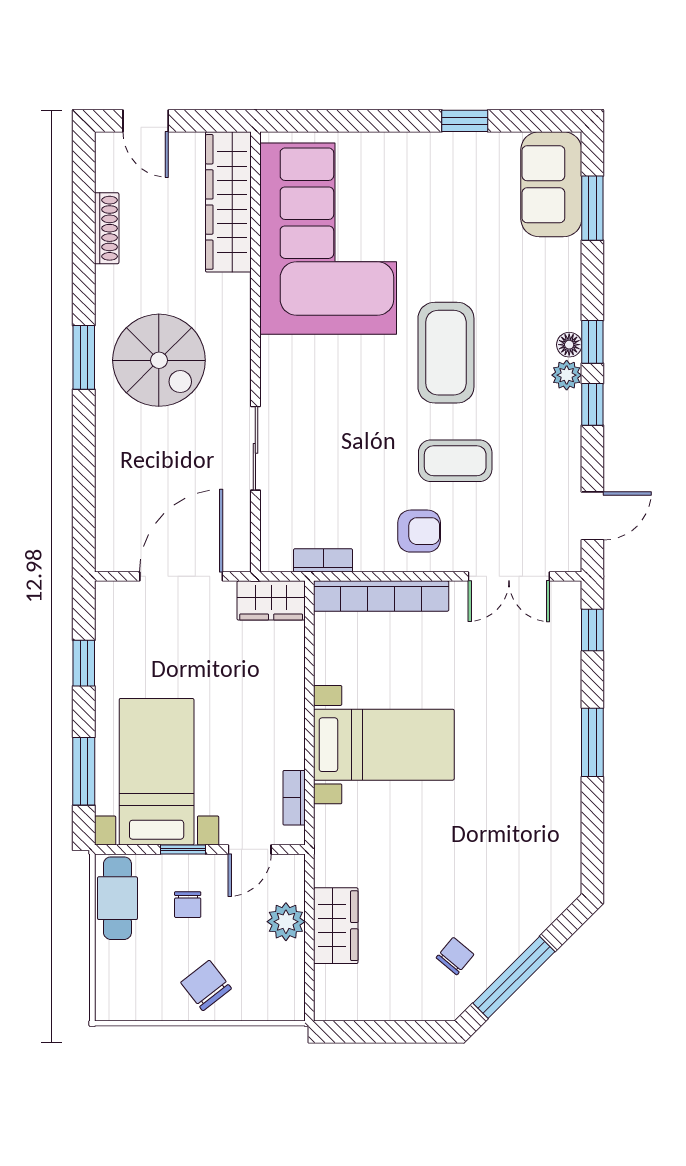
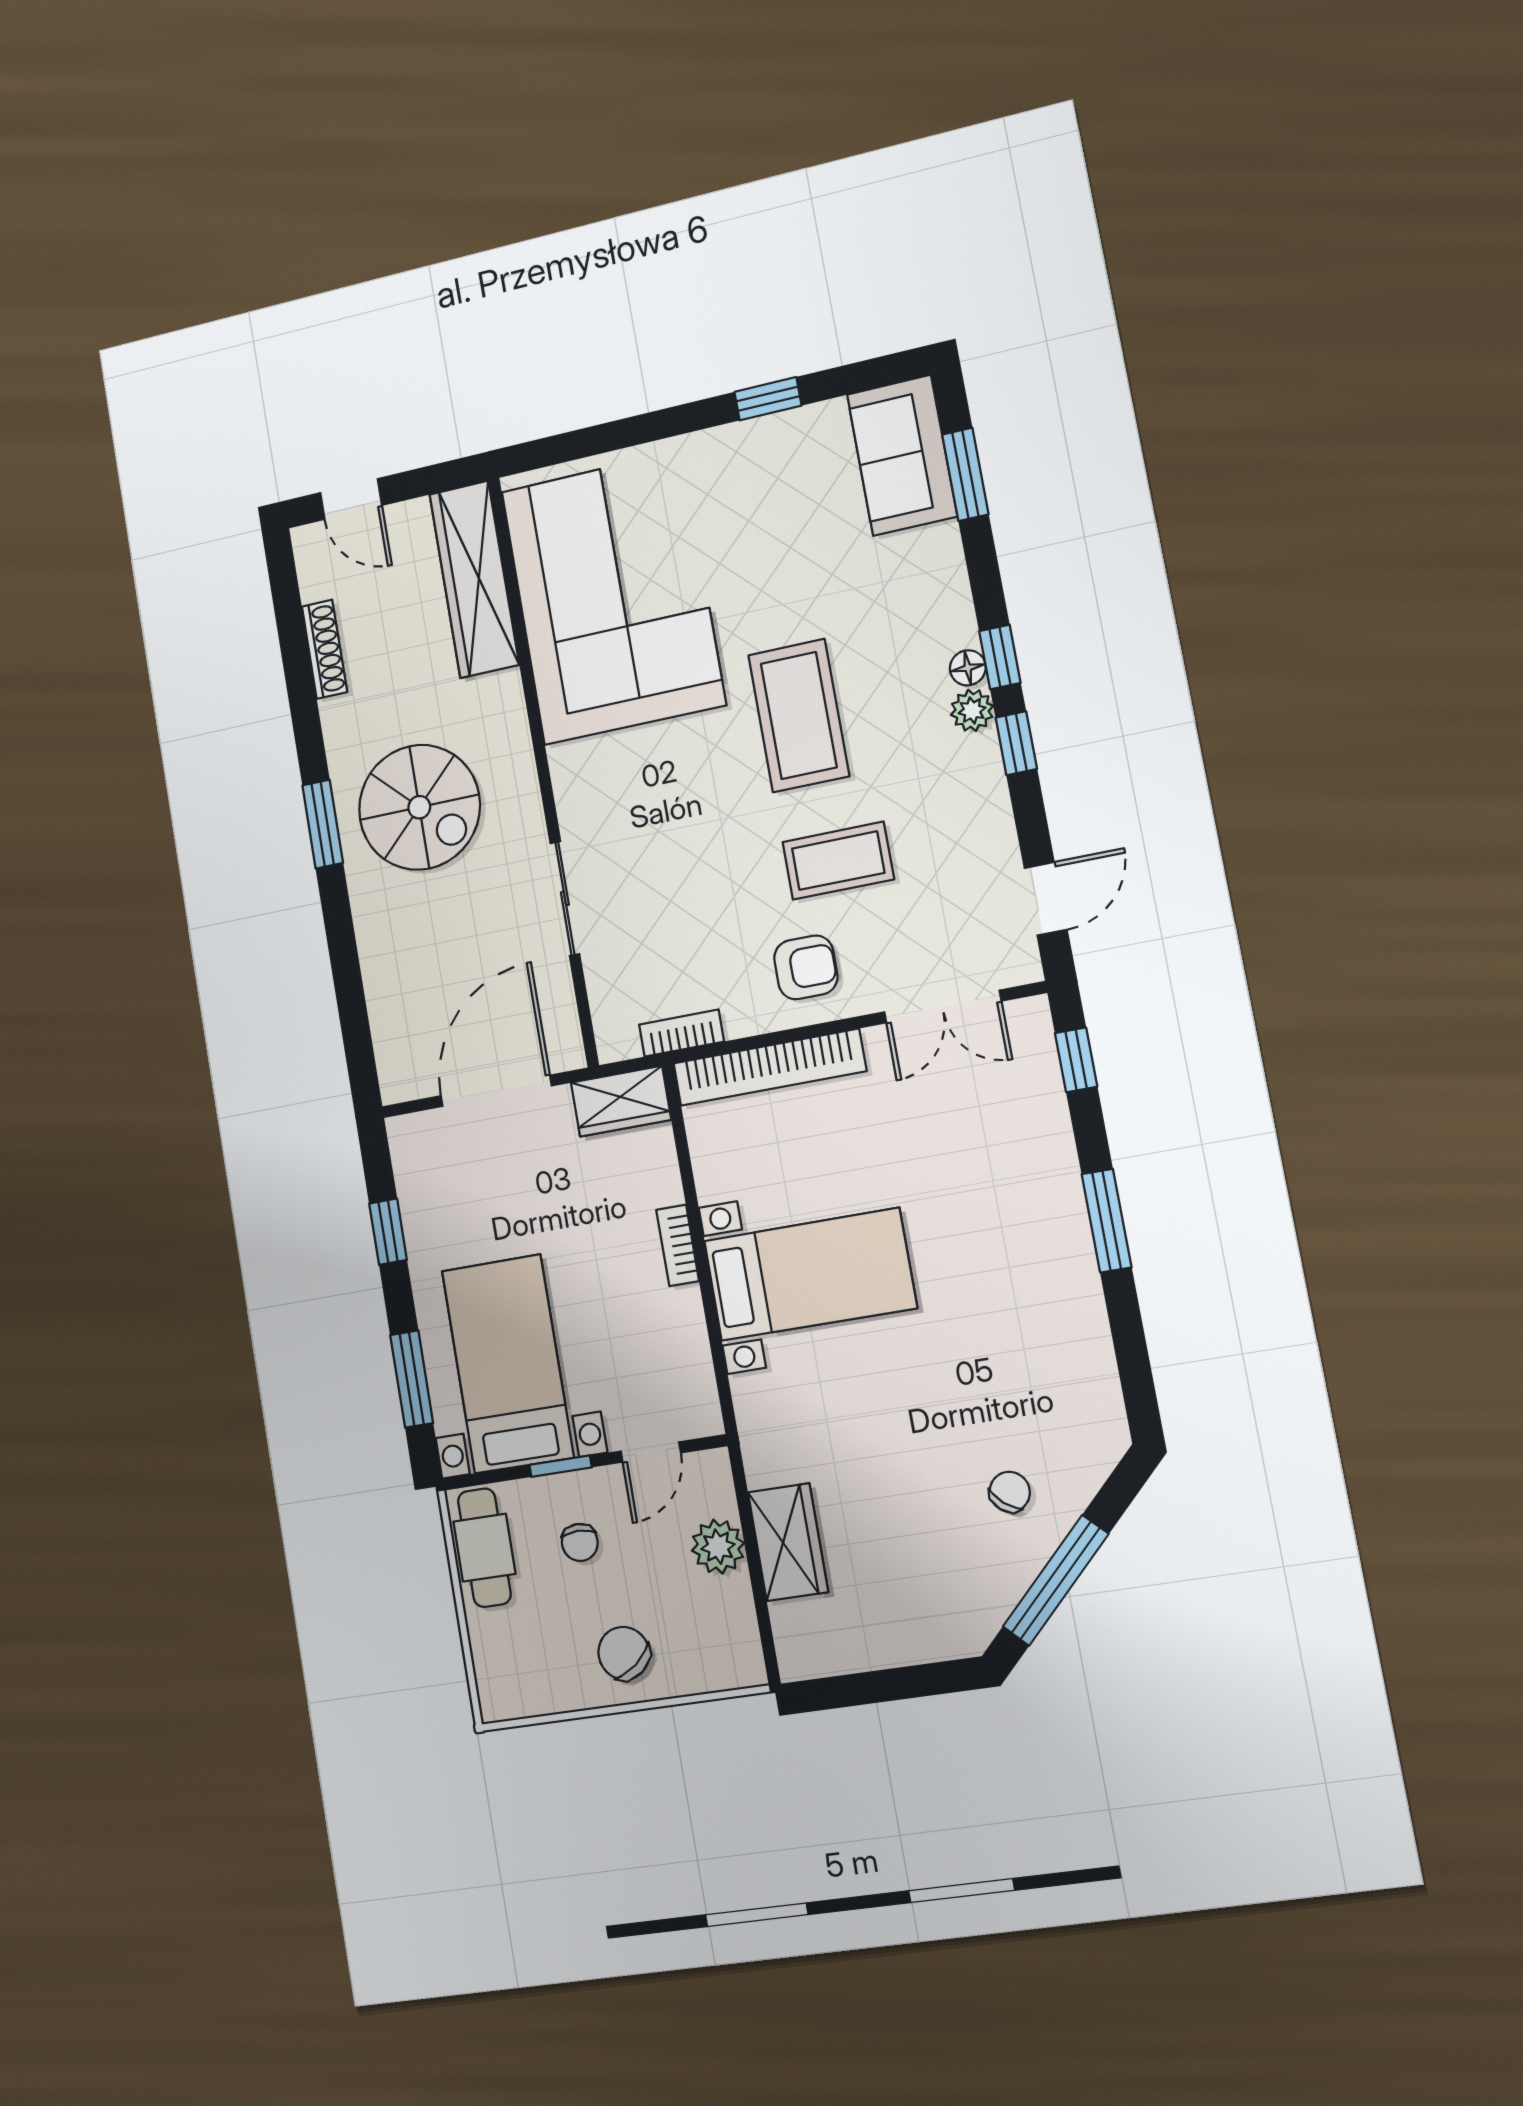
bookcase: (294, 798) -> (678, 1245), moved
chair: (455, 956) -> (1010, 1492), moved

